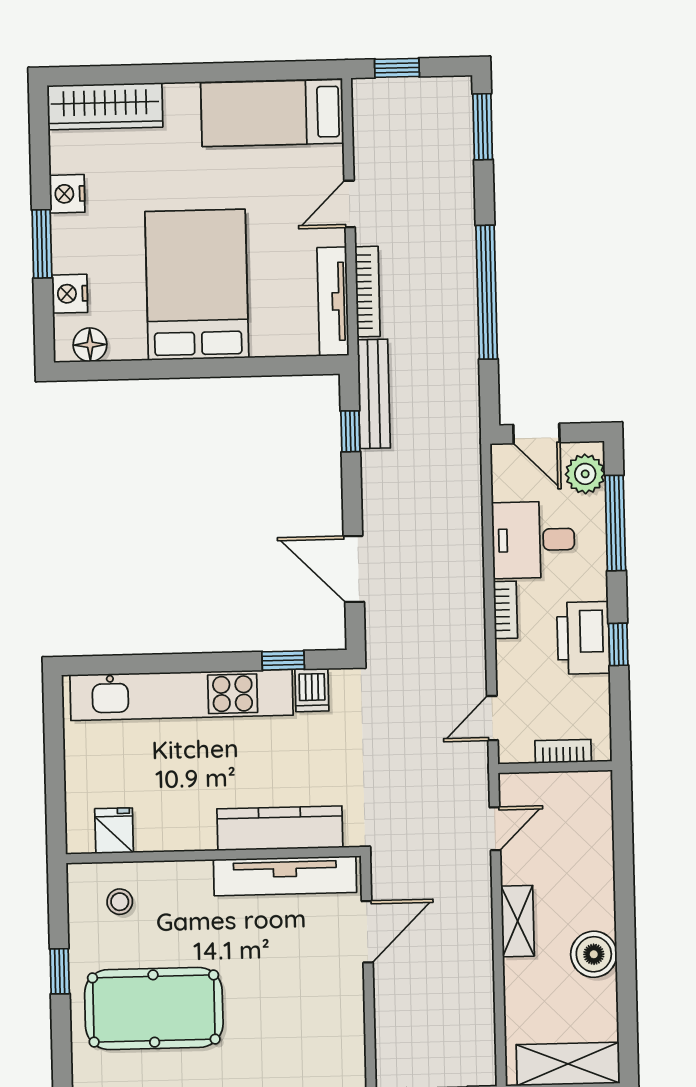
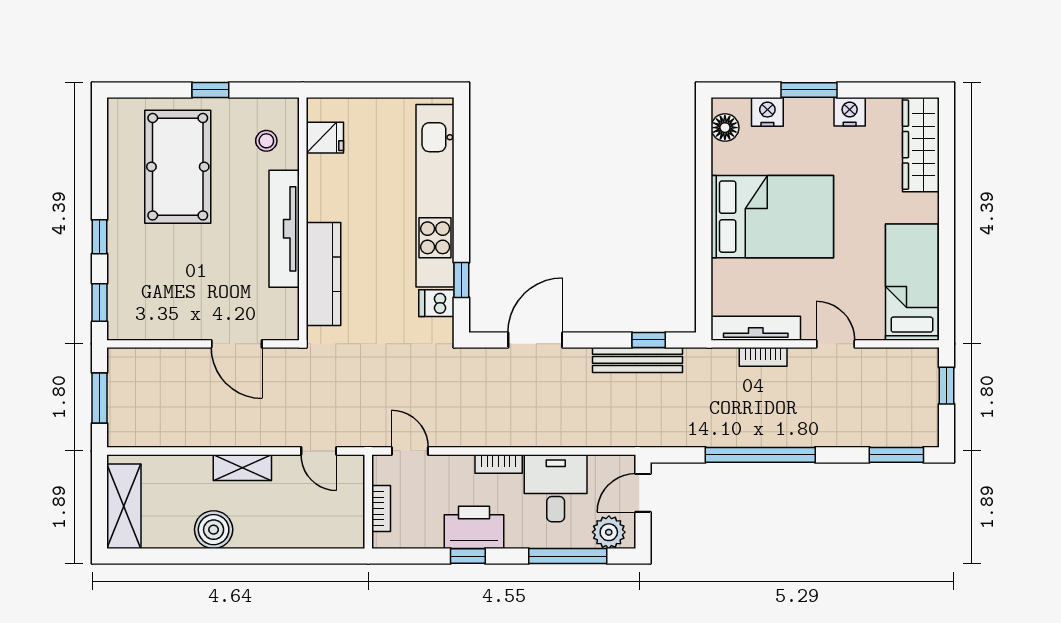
bookcase: (368, 292) -> (763, 357), width x0.64
bench: (374, 394) -> (637, 360), moved
tv unit: (285, 876) -> (284, 229), moved

